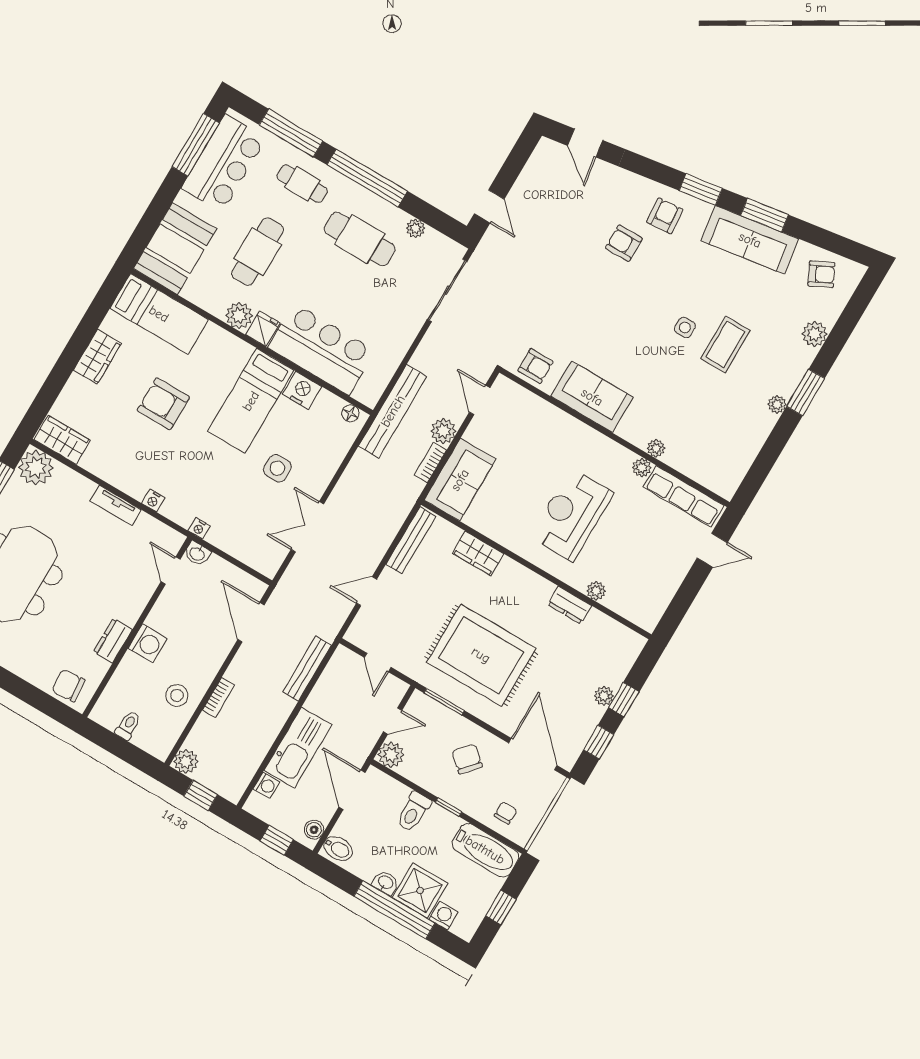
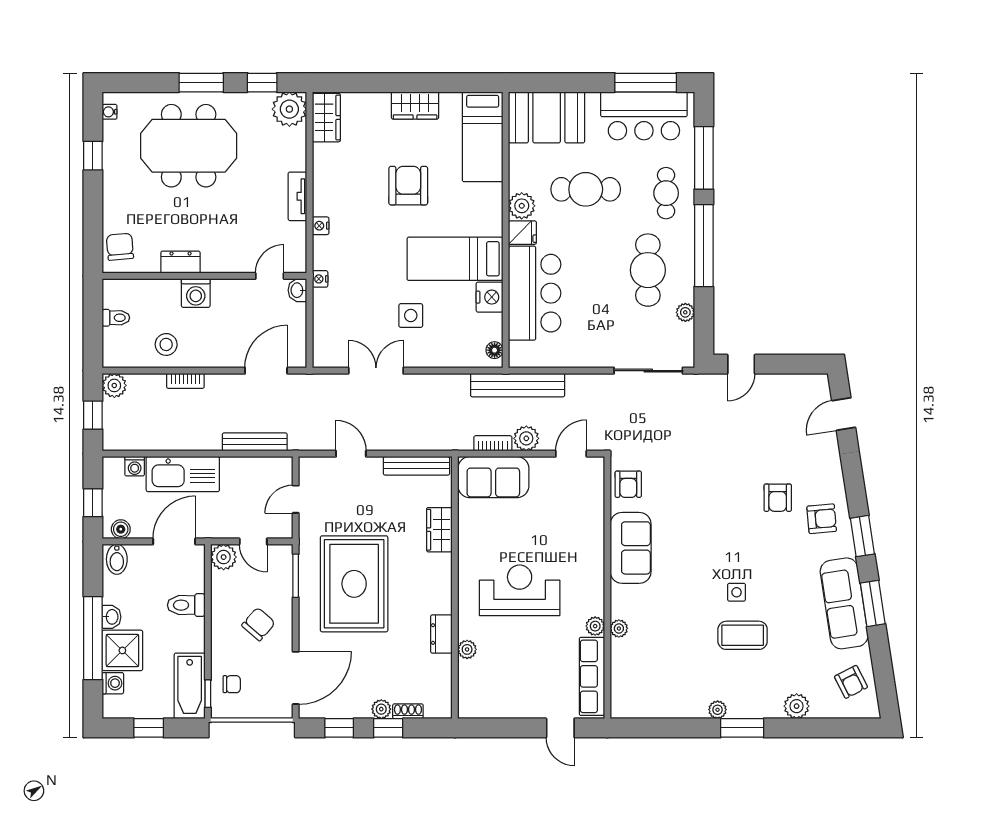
armchair: (624, 243) -> (778, 498), turned 180
shoe rack: (620, 674) -> (408, 711), added
window: (449, 807) -> (208, 694), moved

